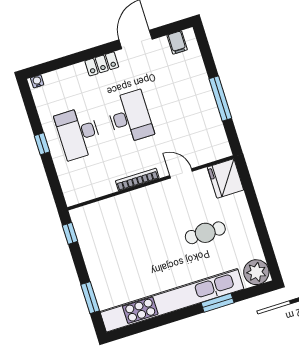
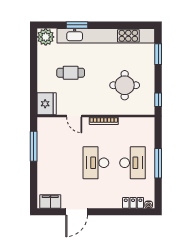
filing cabinet: (177, 42) -> (50, 201), width x2.00
locker: (102, 64) -> (133, 203), moved
window: (220, 99) -> (34, 146), moved
window: (42, 144) -> (158, 163), width x2.17
round table: (124, 239) -> (125, 85), added

